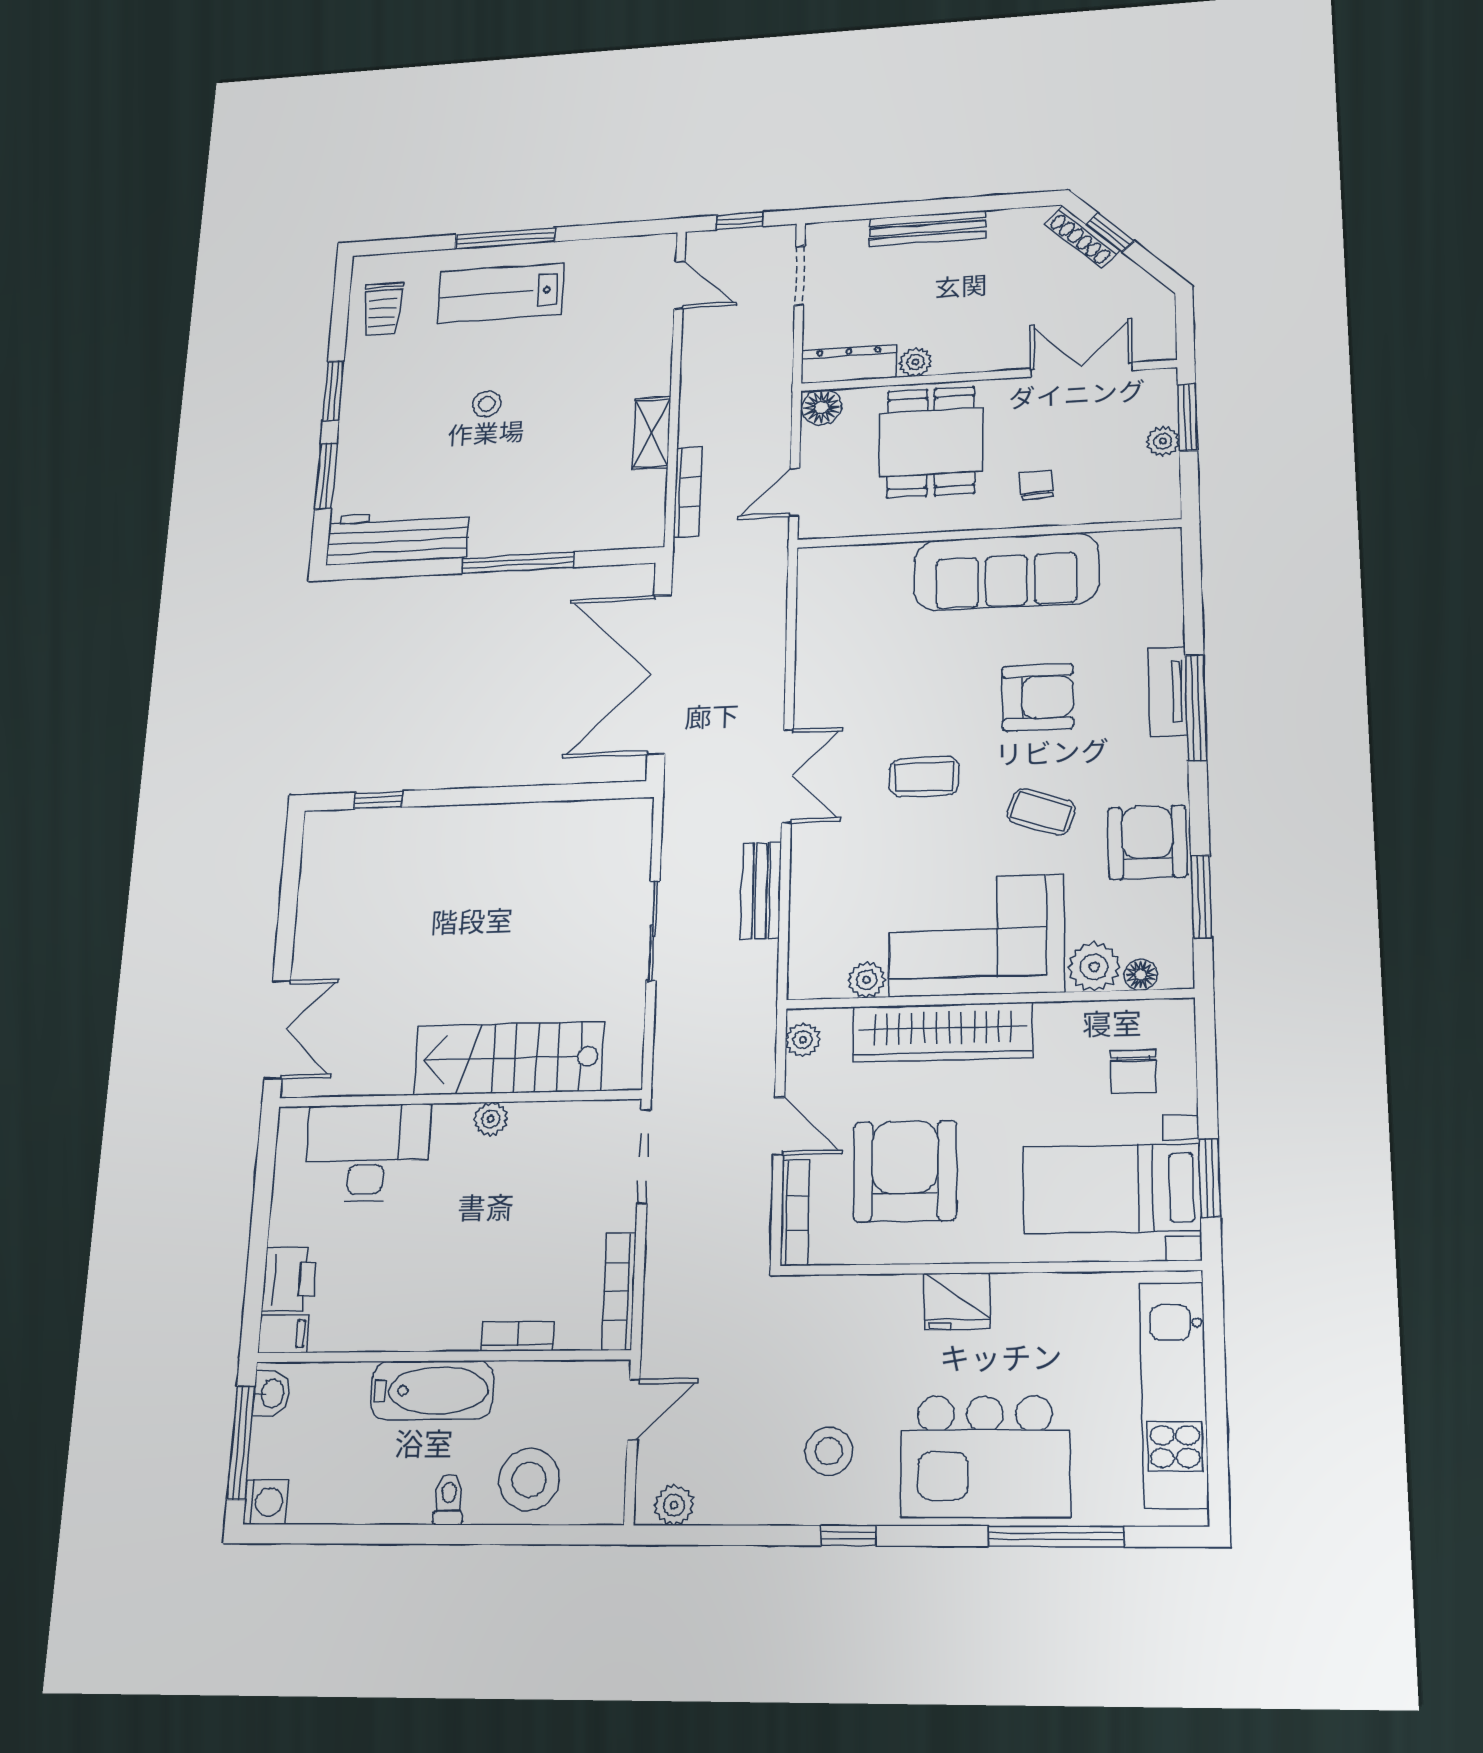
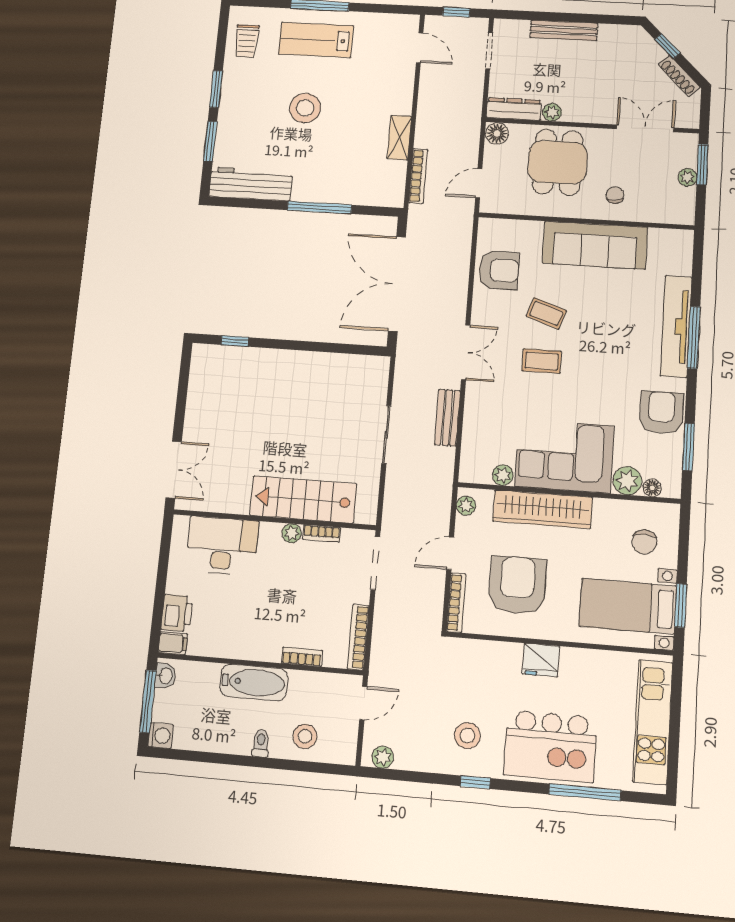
shoe rack: (1082, 237) -> (679, 76), moved
stool: (487, 404) -> (305, 108), width x1.89, depth x1.89
tv unit: (1168, 692) -> (676, 326), width x1.92, depth x1.29
armchair: (1038, 697) -> (499, 270), moved
coffee table: (1041, 812) -> (546, 313), moved
bookcase: (544, 1114) -> (322, 533), added
door: (779, 1126) -> (450, 553), swing flipped
stool: (529, 1480) -> (305, 736), width x0.73, depth x0.73

